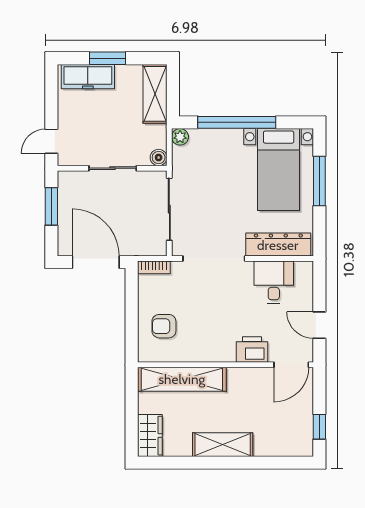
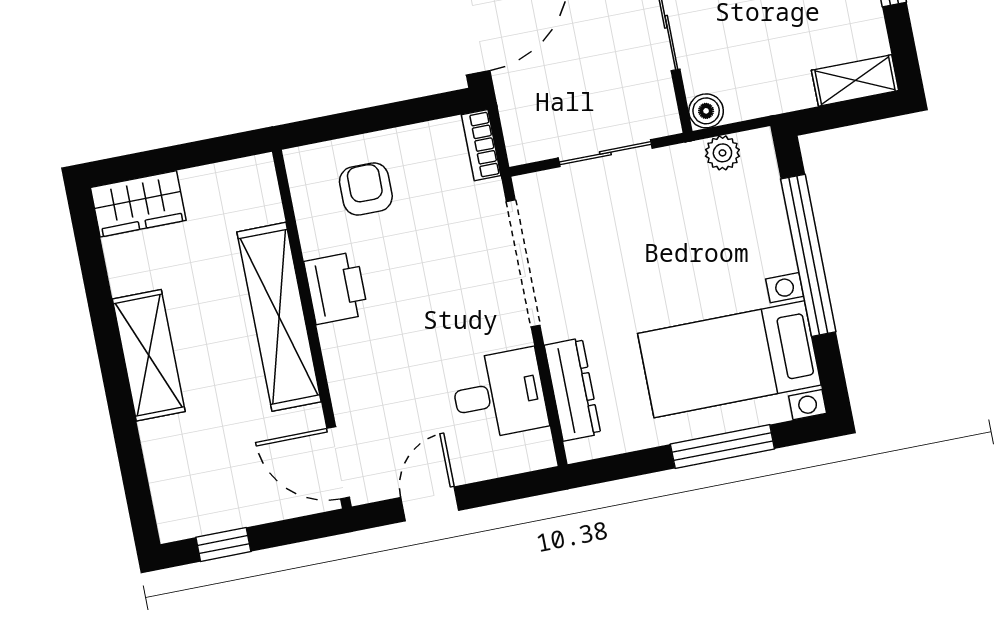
shelving: (155, 94) -> (855, 80), width x0.67, depth x0.75
plant: (180, 137) -> (722, 153), moved
sliding door: (169, 209) -> (605, 153), width x0.73
dresser: (278, 245) -> (573, 389), width x0.73, depth x0.80
printer: (252, 349) -> (336, 288), moved
shelving: (182, 379) -> (279, 317), moved

